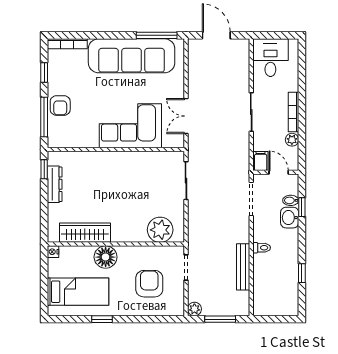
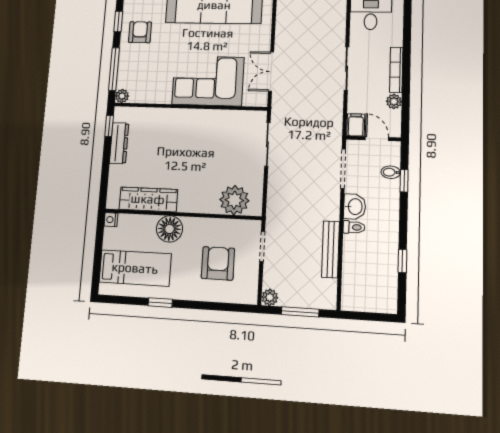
armchair: (60, 106) -> (140, 32), moved, turned 180
plant: (54, 142) -> (122, 96), added
washbasin: (290, 218) -> (355, 207), moved, turned 180

